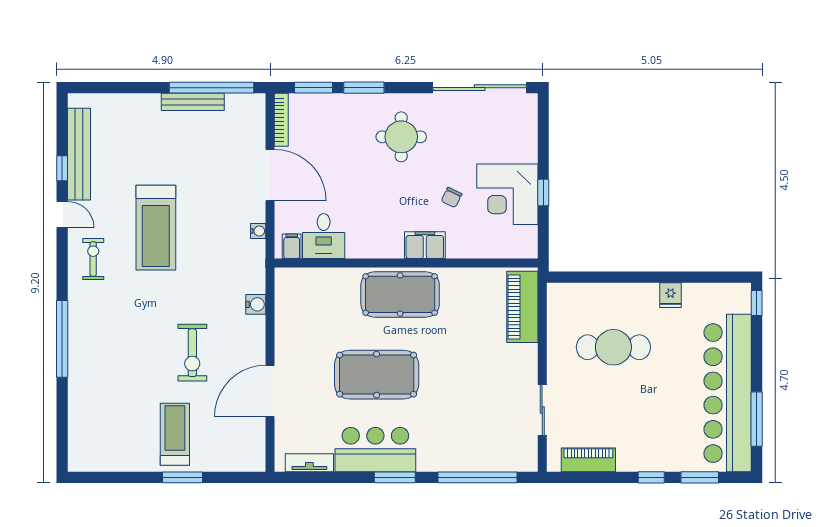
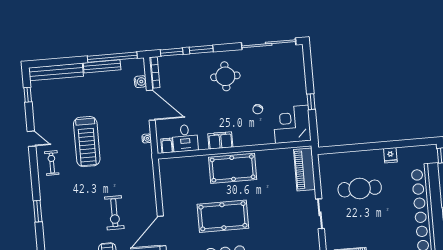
bench: (79, 154) -> (56, 72), moved, turned 90
window: (62, 168) -> (28, 95), moved
corner desk: (507, 194) -> (292, 124), moved, turned 90
filing cabinet: (425, 245) -> (220, 140), moved
water cooler: (256, 304) -> (140, 82), moved
window: (62, 339) -> (38, 211), width x0.47
sliding door: (542, 410) -> (320, 214), moved

